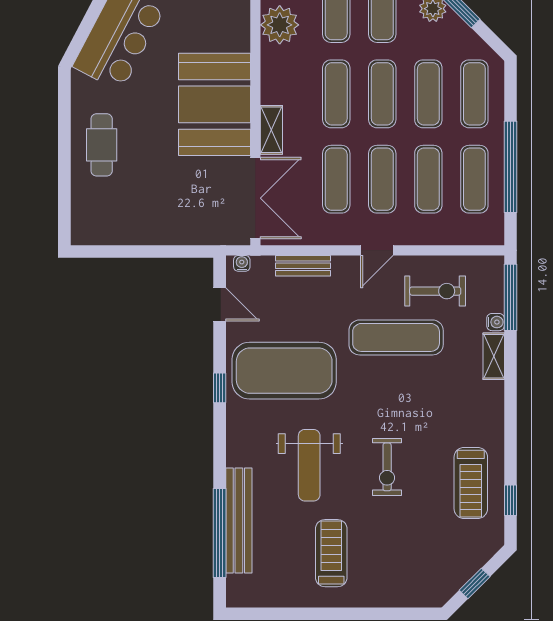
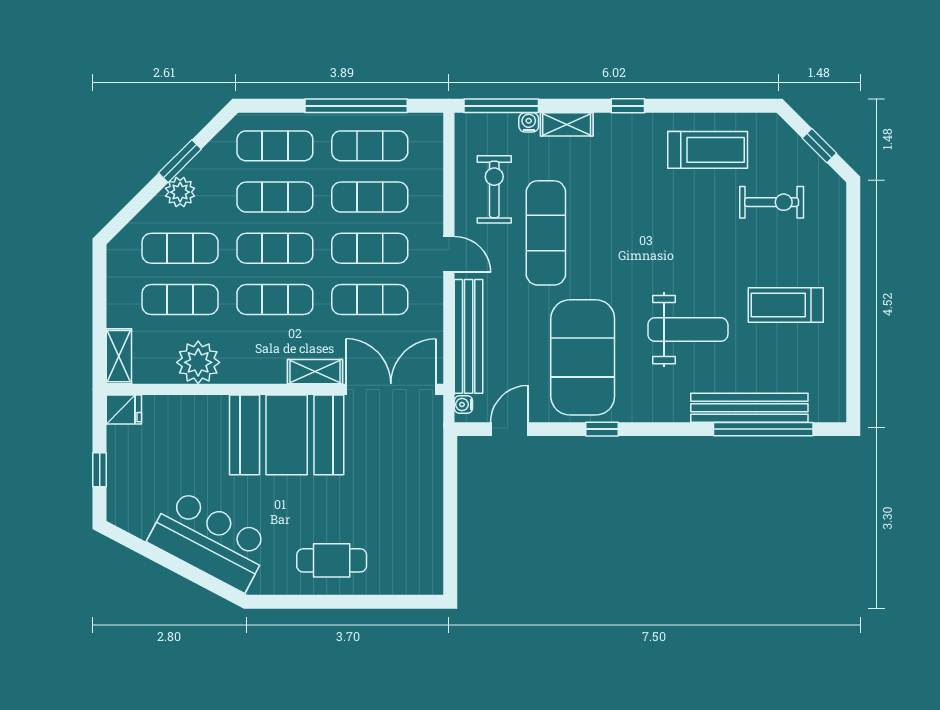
bench: (303, 266) -> (469, 336), width x1.86, depth x1.21
exercise bike: (387, 467) -> (772, 202), moved
window: (510, 500) -> (628, 106), moved

